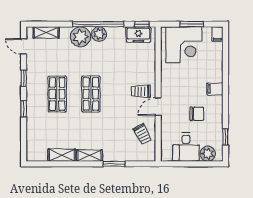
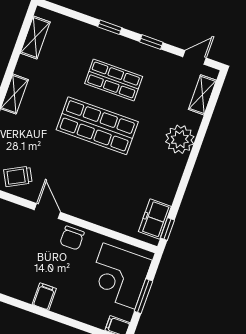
window: (98, 24) -> (189, 169), removed
plant: (99, 34) -> (175, 166), removed
trolley: (141, 91) -> (77, 195), removed
shop shelf: (91, 94) -> (97, 126), width x1.43, depth x1.36
chair: (197, 114) -> (72, 238), moved
shelving: (62, 155) -> (35, 37), moved

